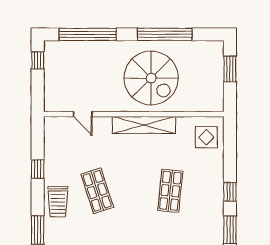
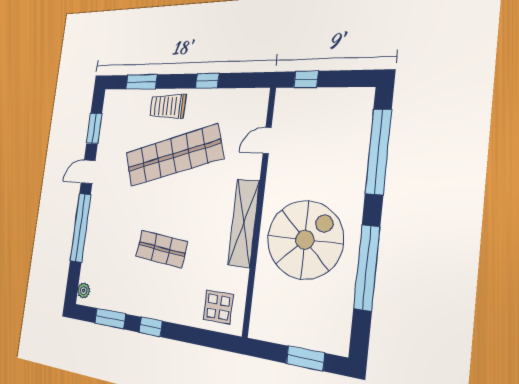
window: (38, 60) -> (306, 79), moved
spiral stairs: (151, 78) -> (305, 240), turned 180
shop shelf: (97, 191) -> (173, 156), width x2.00, depth x1.36

